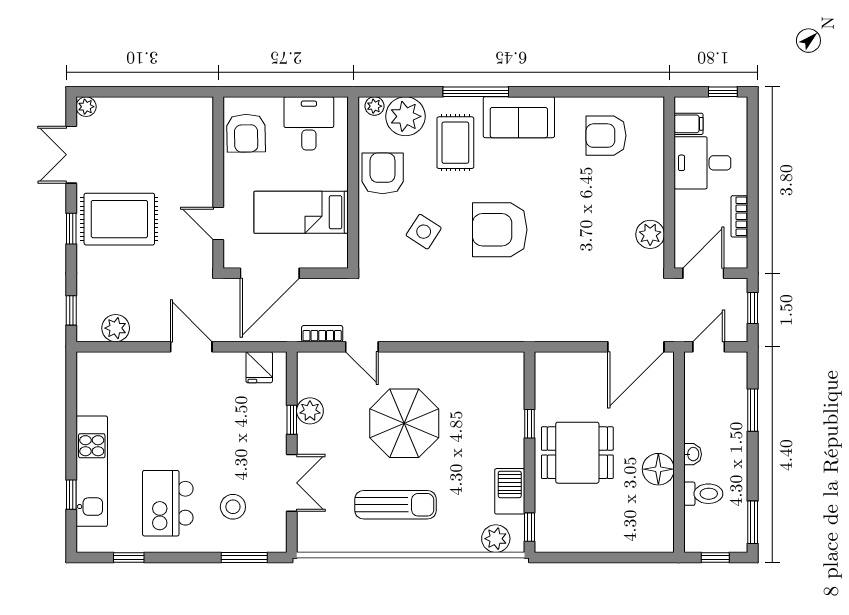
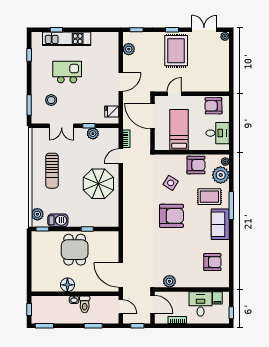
armchair: (606, 136) -> (212, 262), turned 90
armchair: (500, 230) -> (171, 216), turned 90
parasol: (404, 423) -> (98, 184), moved
toilet: (703, 494) -> (85, 304), moved
kitchen island: (168, 503) -> (67, 72), moved

